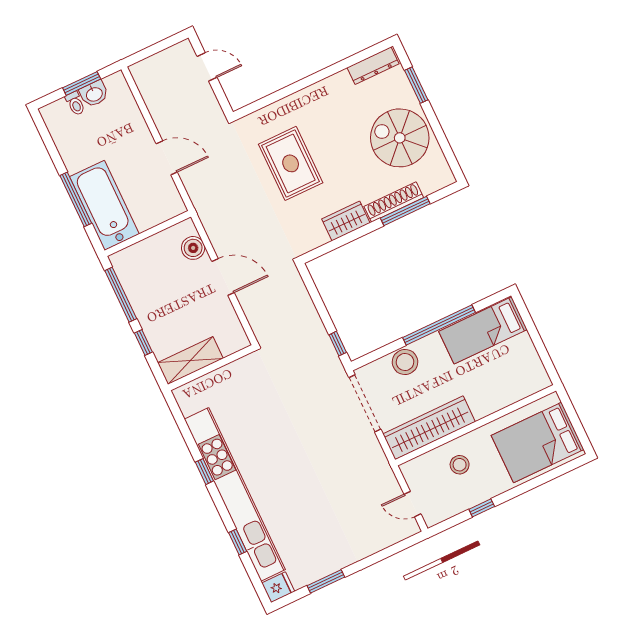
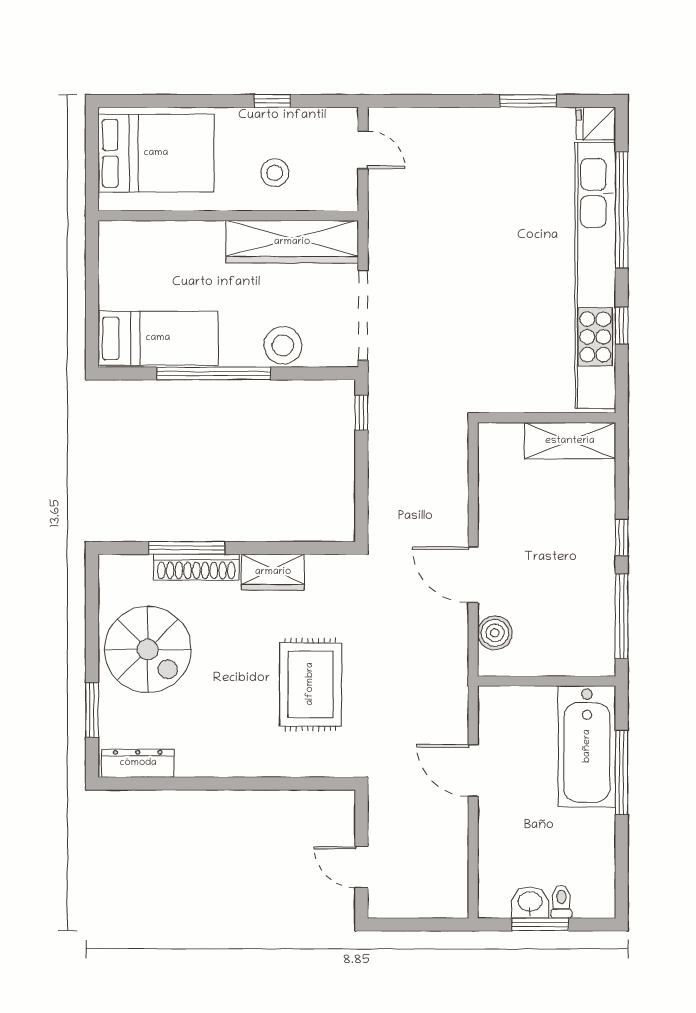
shelving: (190, 361) -> (570, 441), moved
wall: (211, 368) -> (547, 418), moved
window: (238, 542) -> (622, 210), width x3.17

